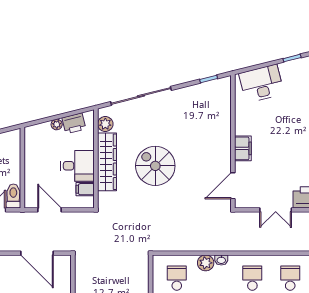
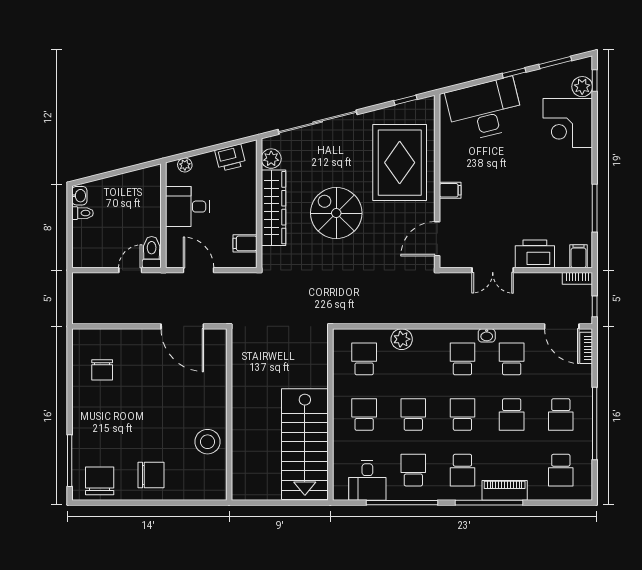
desk: (261, 84) -> (485, 110), width x1.36, depth x1.30
plant: (57, 124) -> (185, 165), moved
rug: (204, 127) -> (400, 163), added
filing cabinet: (243, 148) -> (450, 190), width x0.50
desk: (78, 166) -> (187, 207), moved, turned 180
washbasin: (221, 260) -> (487, 335), moved

